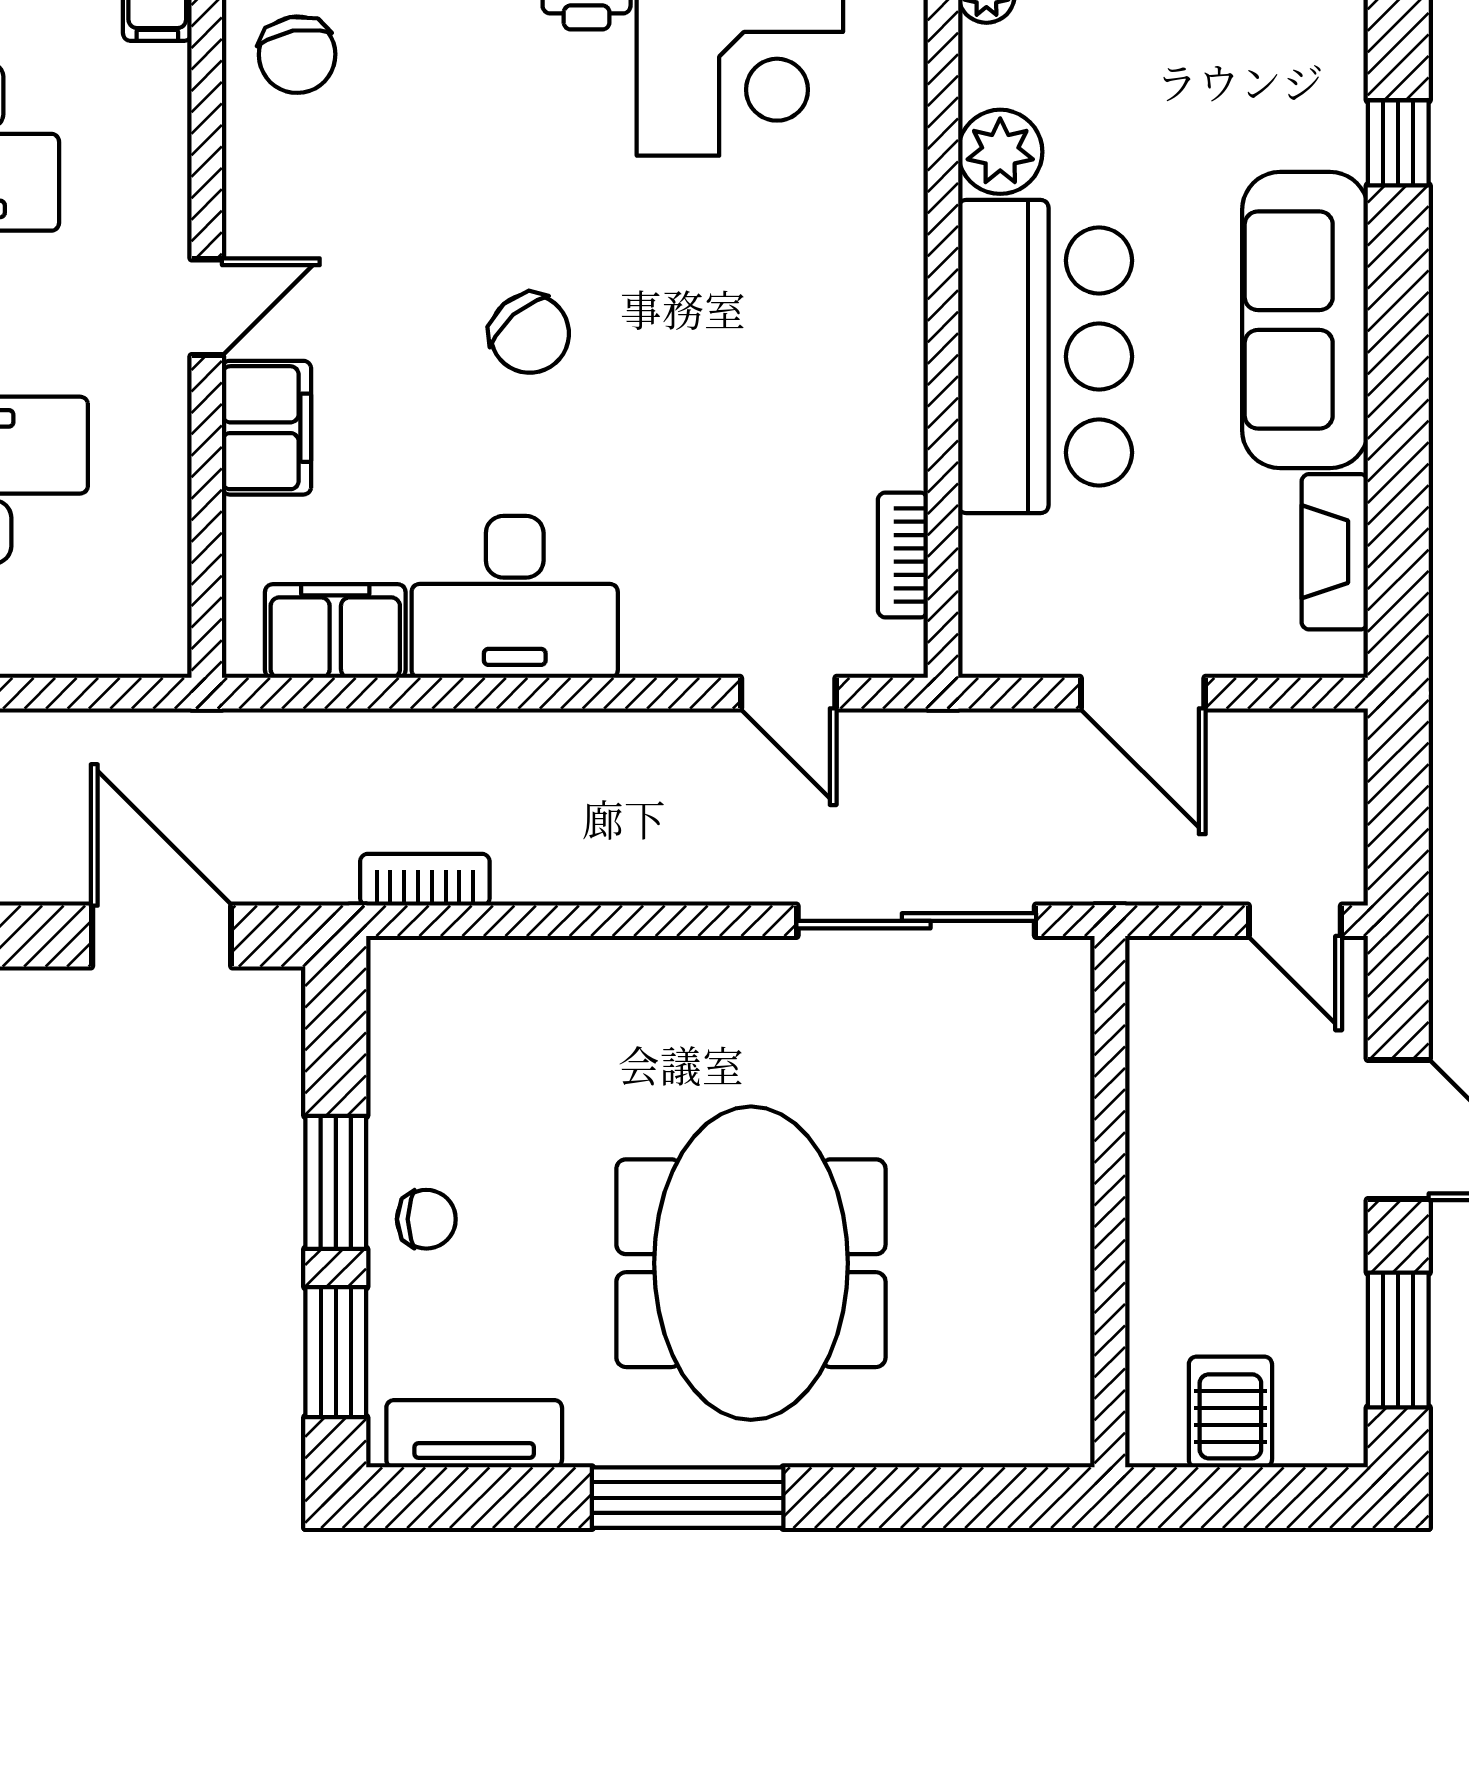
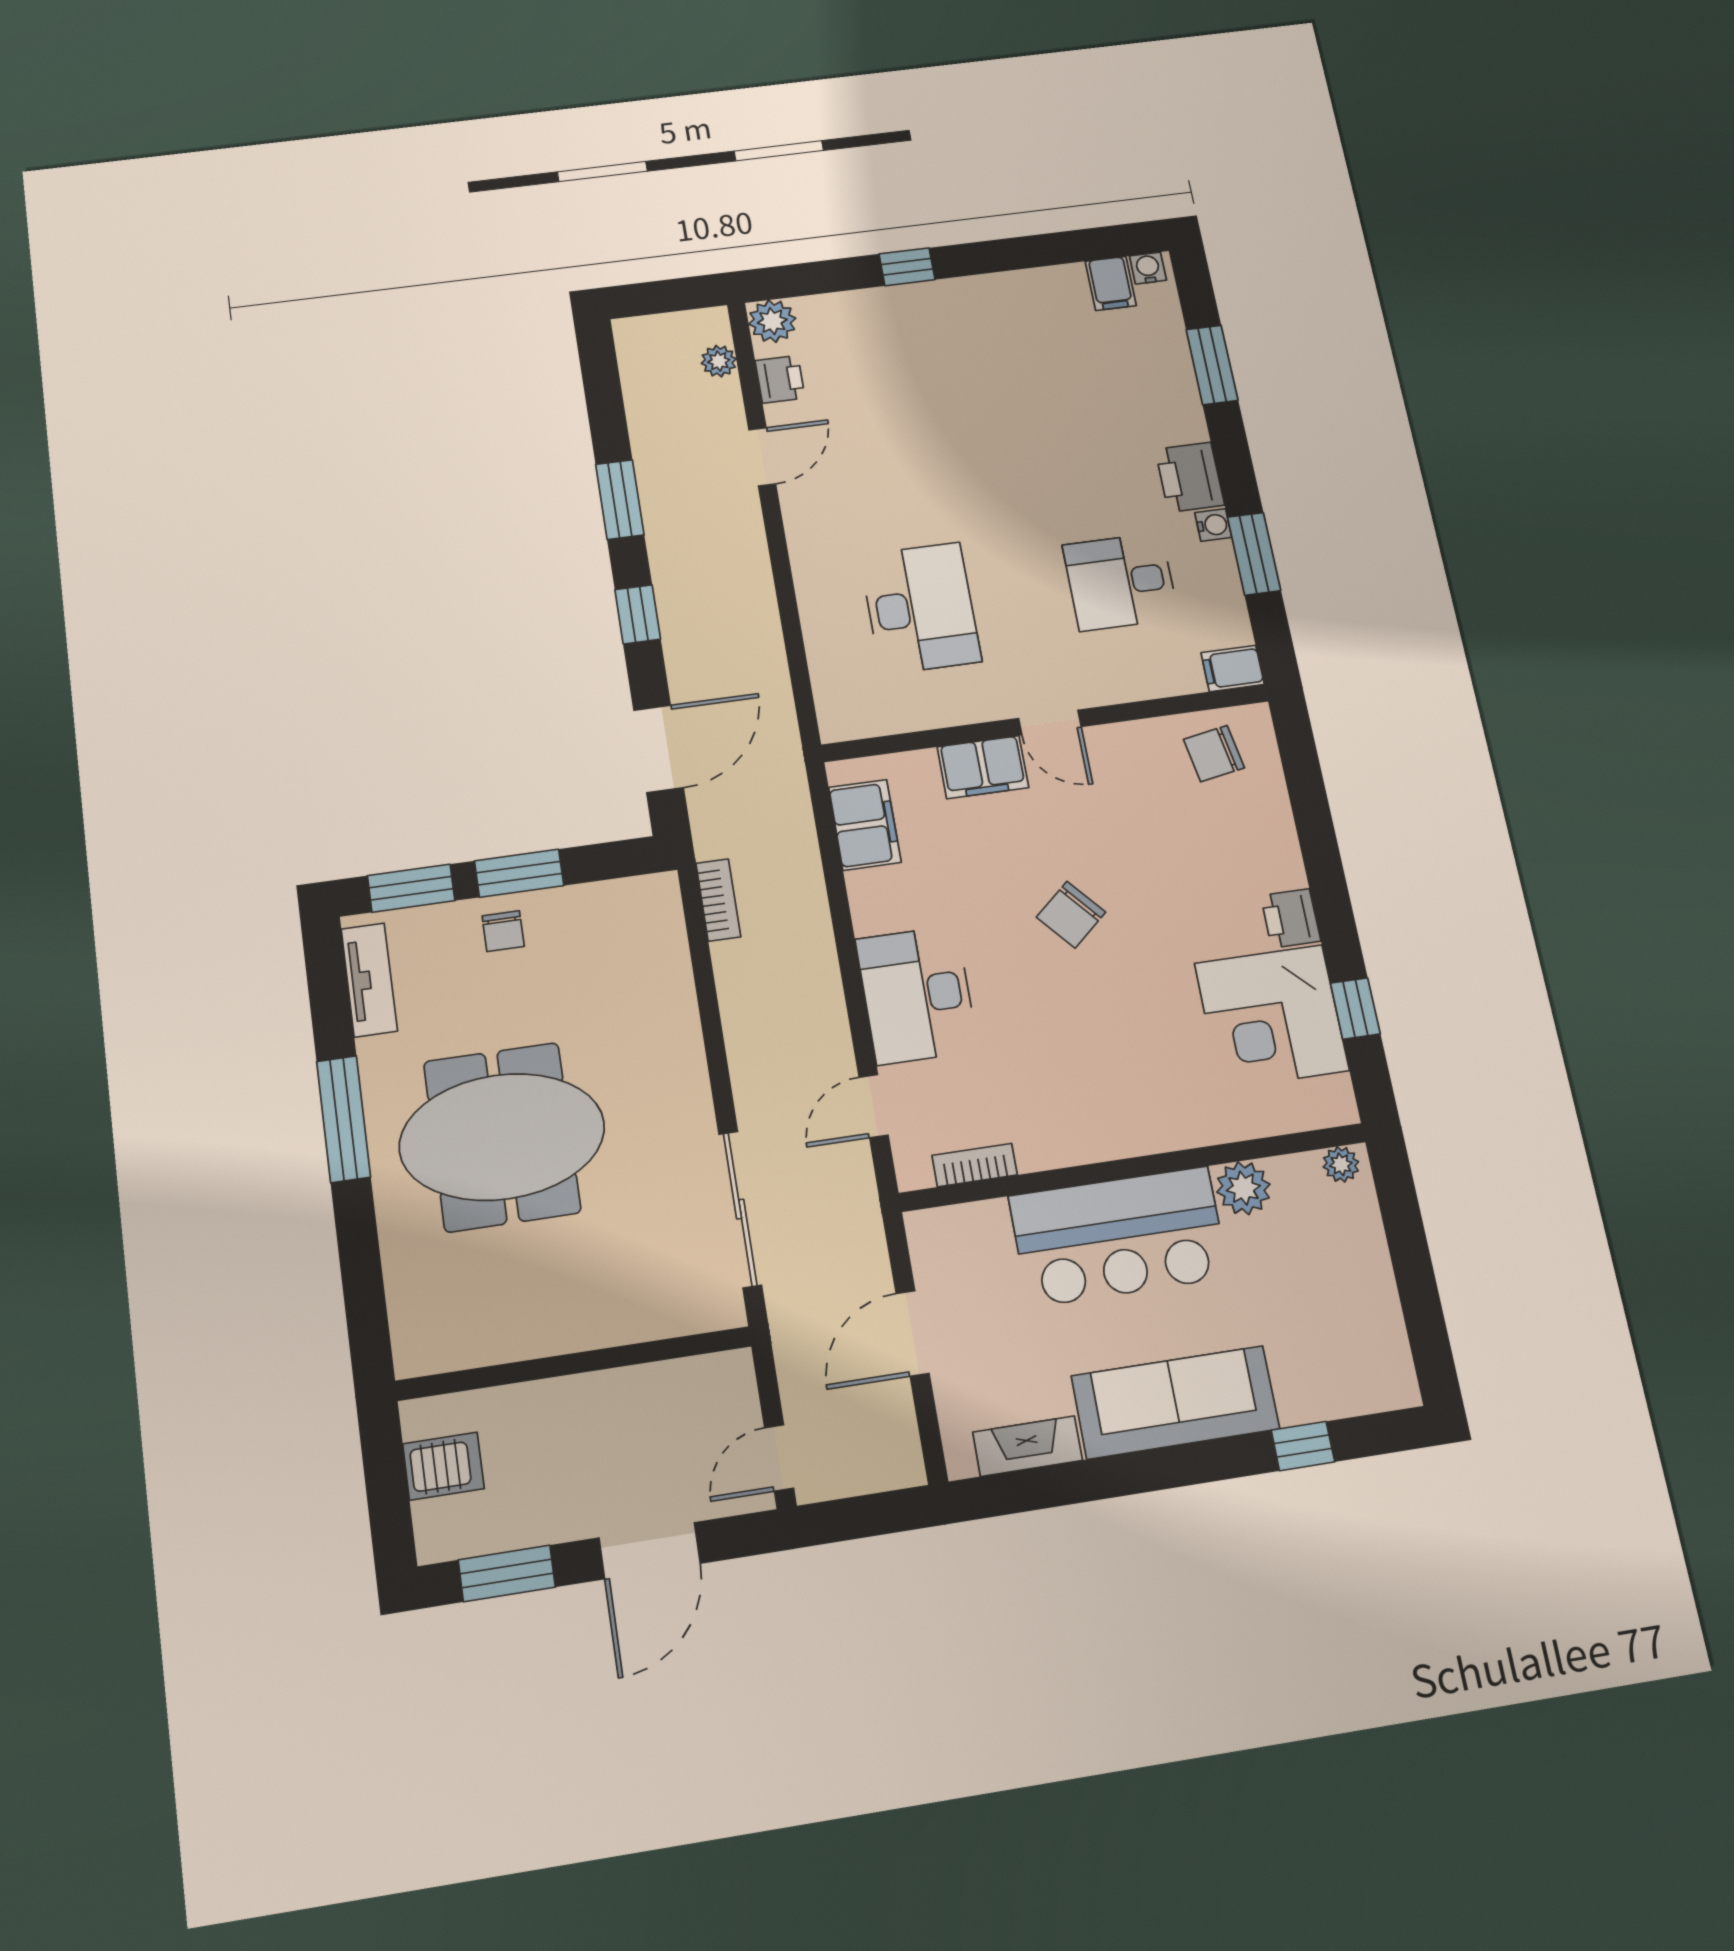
desk: (515, 597) -> (917, 995), moved

